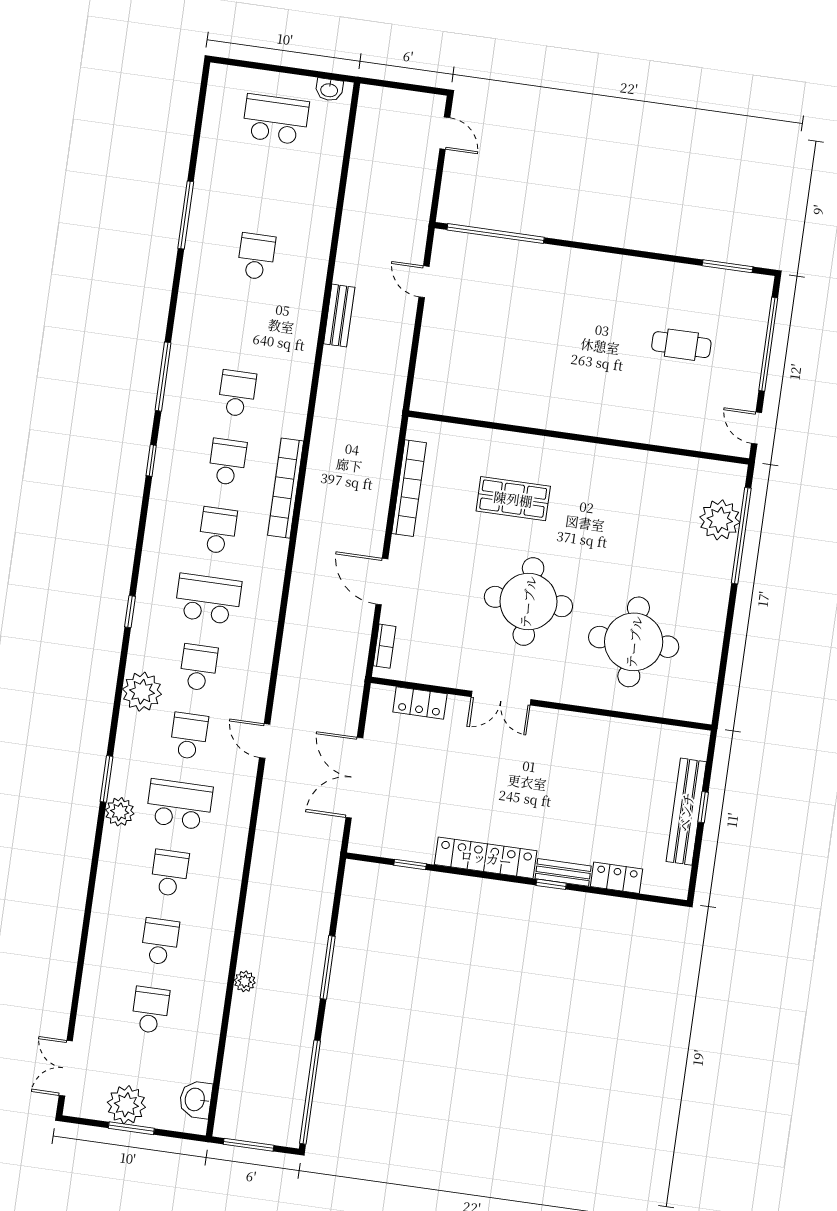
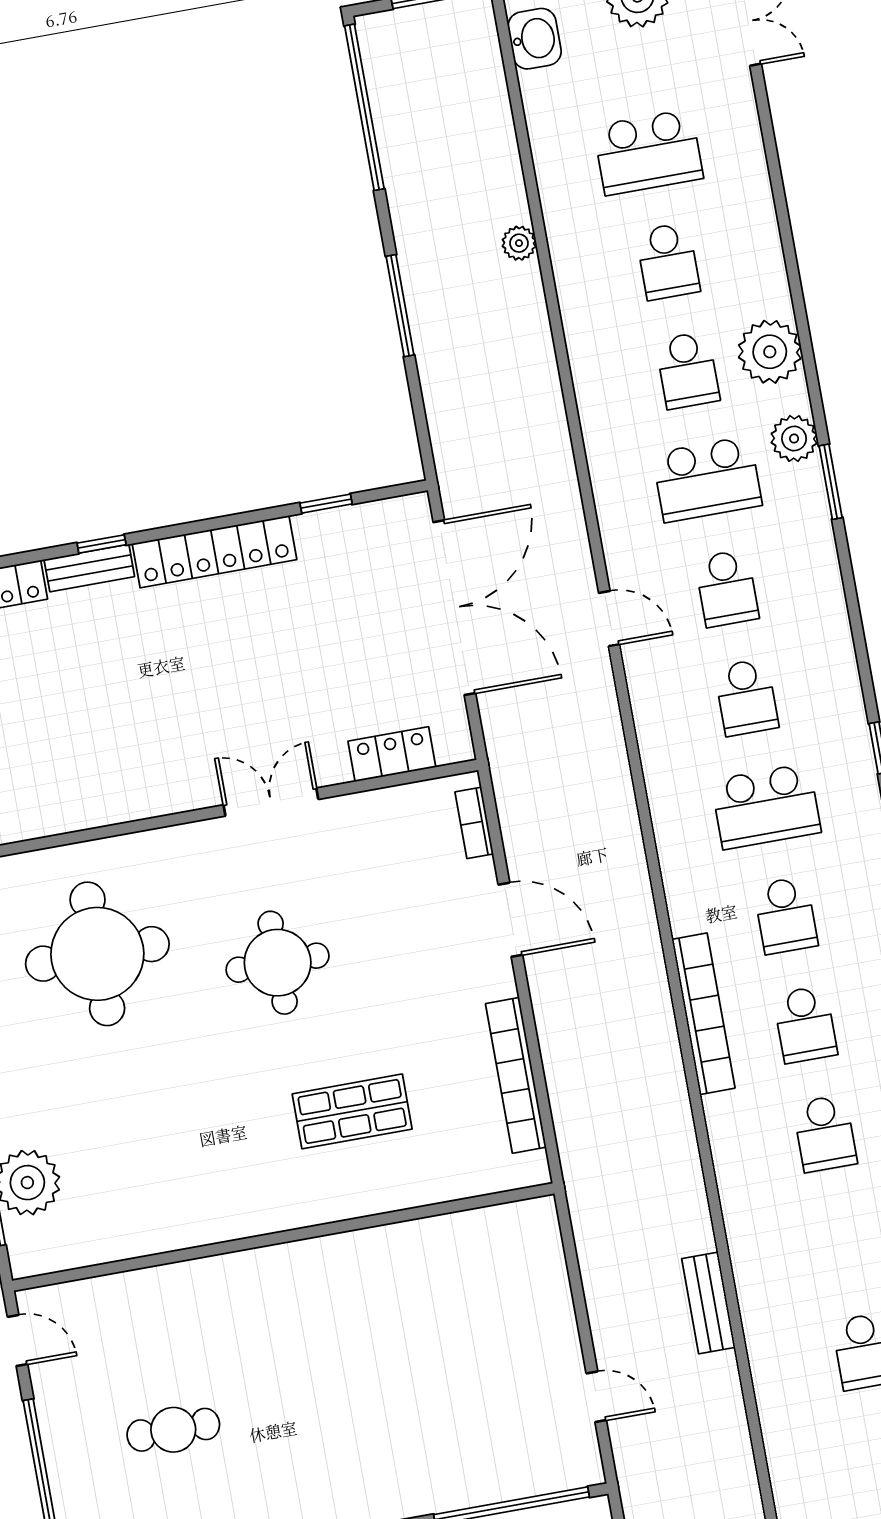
round table: (528, 602) -> (278, 963), width x0.73, depth x0.73
plant: (142, 692) -> (770, 352), moved
double door: (354, 778) -> (454, 608), width x1.36
school desk: (150, 1010) -> (648, 152), width x1.85

